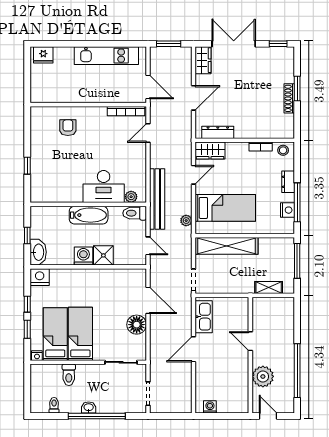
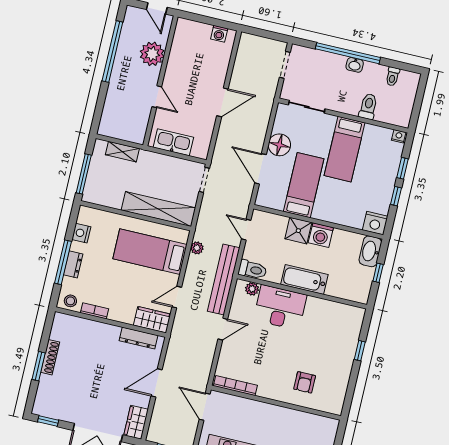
door: (148, 133) -> (223, 329), moved
window: (297, 202) -> (63, 262), moved
kitchen sink: (204, 317) -> (173, 142), moved, turned 90
bed: (55, 334) -> (304, 185), moved, turned 180

